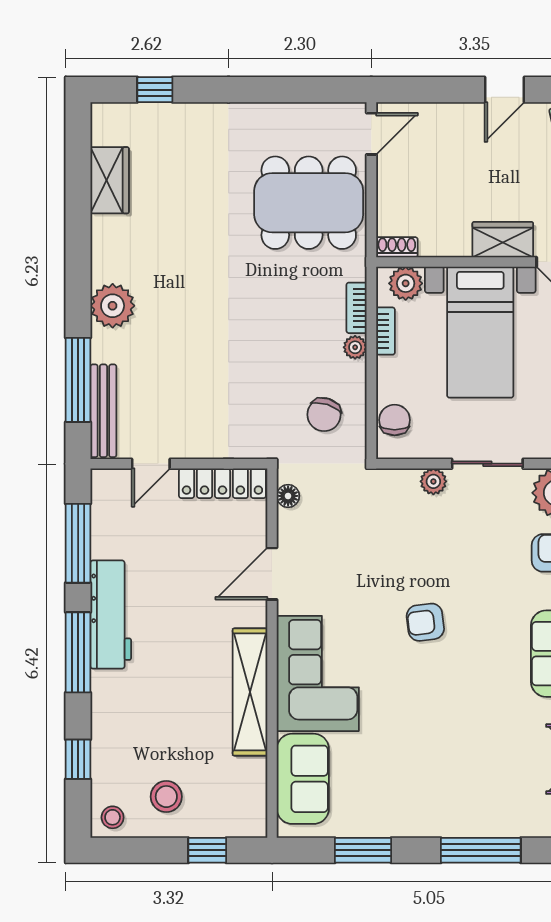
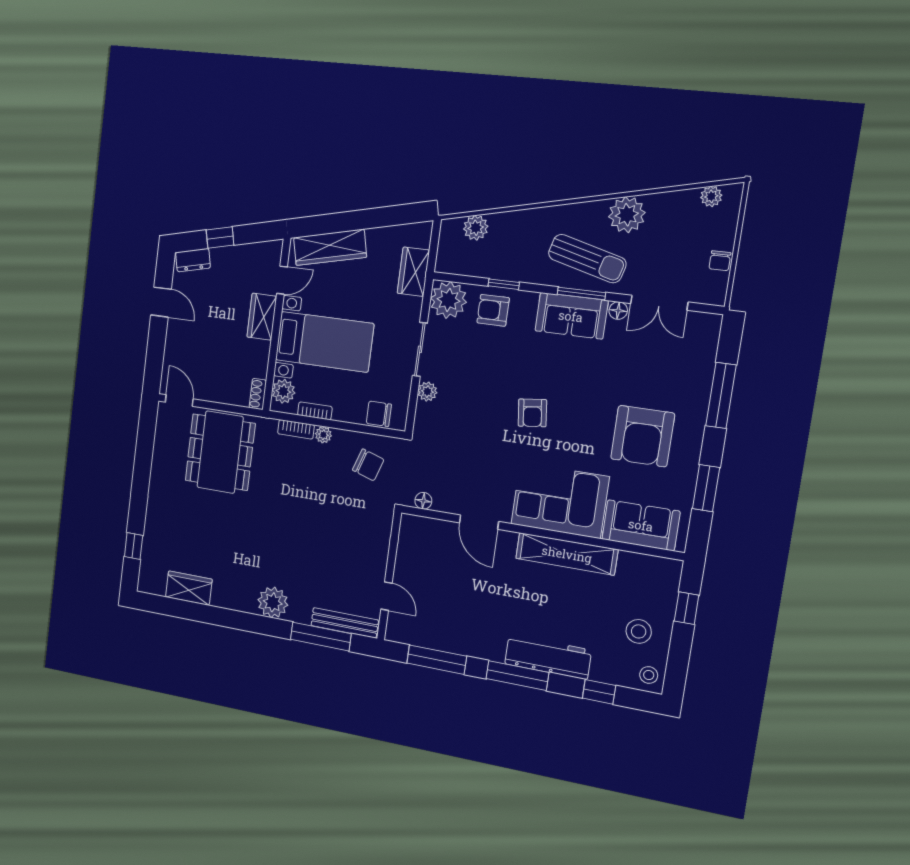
locker: (222, 483) -> (408, 547), removed
workbench: (111, 615) -> (548, 657), moved
armchair: (416, 764) -> (643, 436), added

